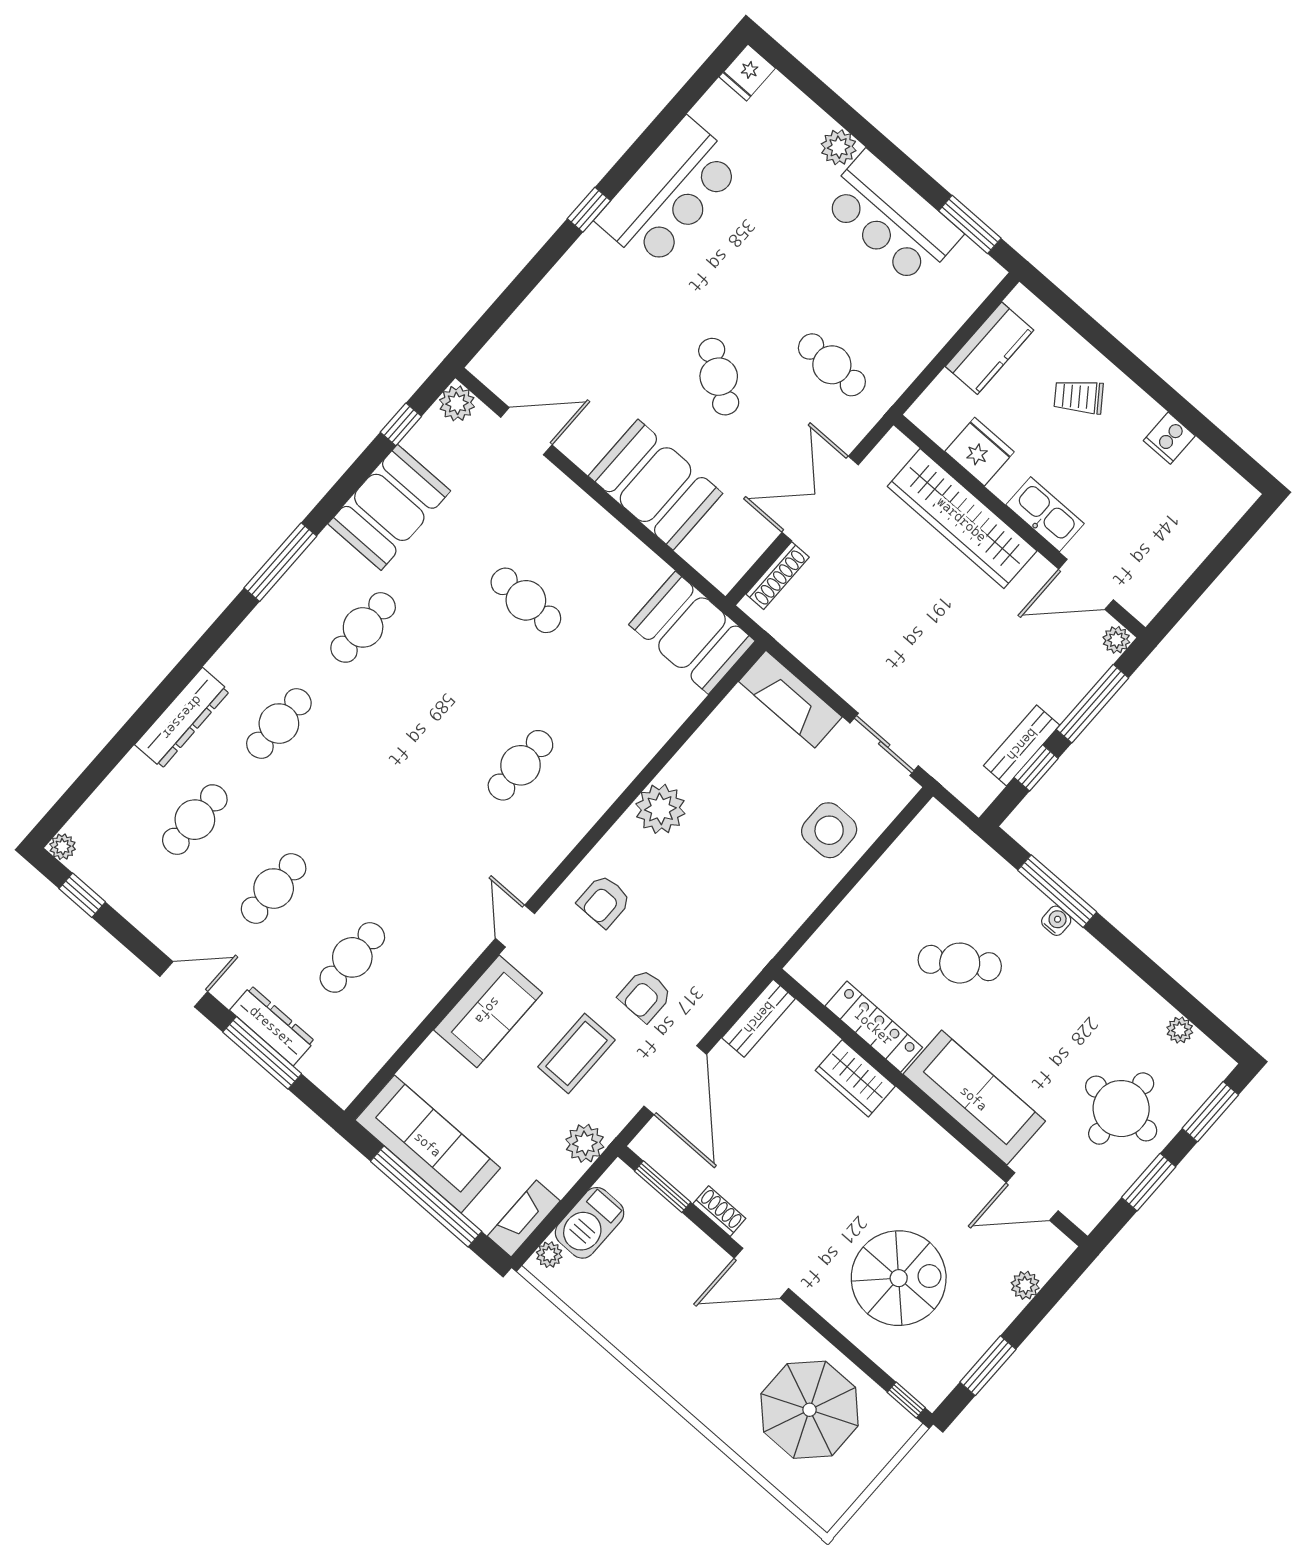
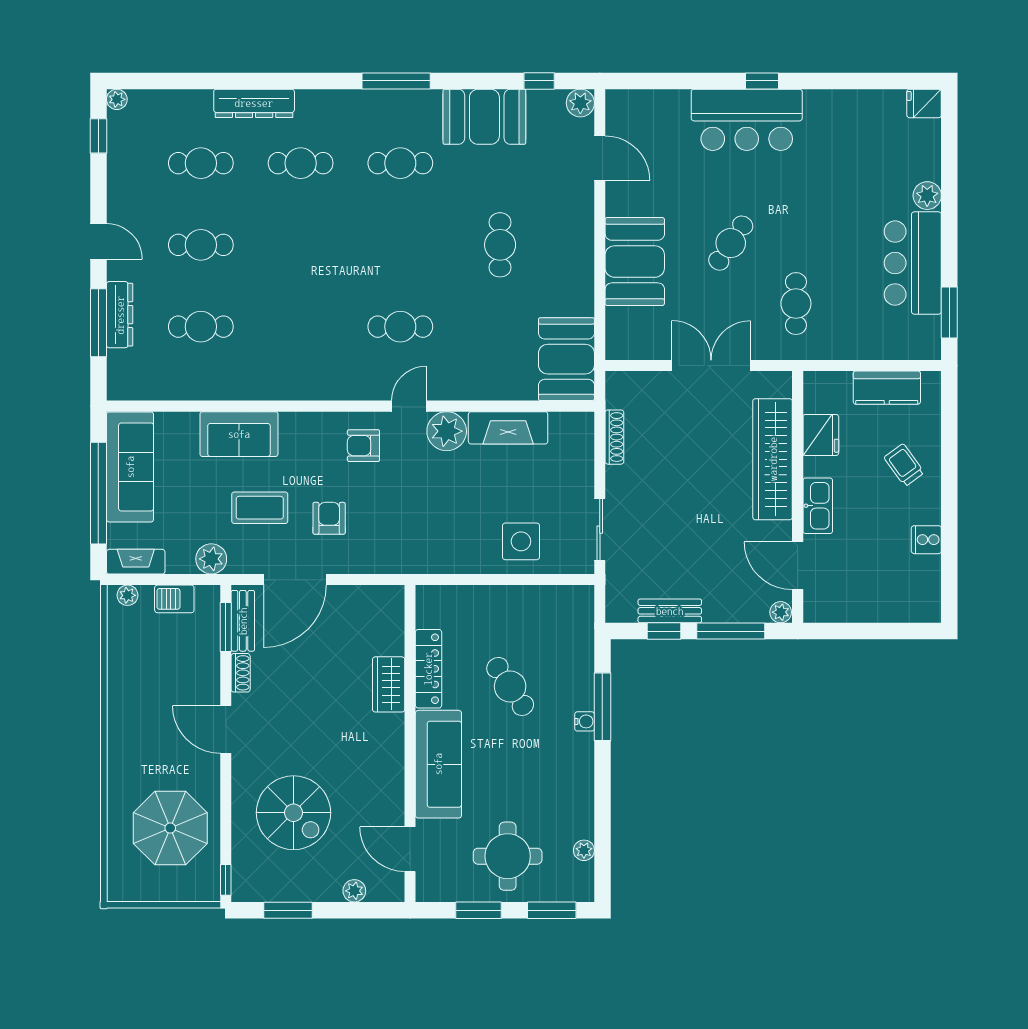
bar counter: (669, 193) -> (747, 120), moved
shoe rack: (778, 576) -> (614, 437), moved, turned -90
fireplace: (790, 699) -> (508, 428), moved, turned -90
door: (515, 926) -> (409, 406), moved
armchair: (645, 996) -> (329, 518), turned 90
bench: (759, 1018) -> (243, 621), moved, turned 90
barbecue: (590, 1223) -> (174, 599), width x0.73, depth x0.79

